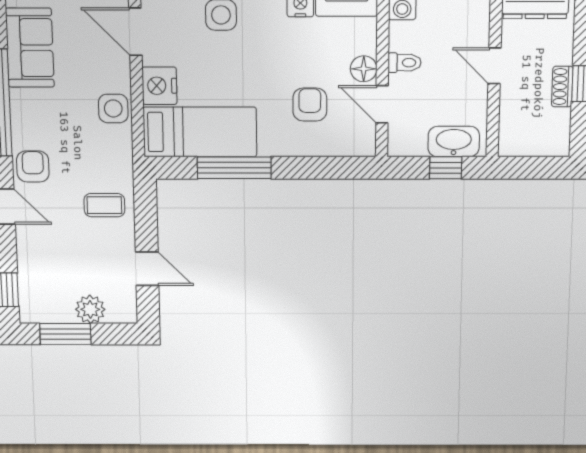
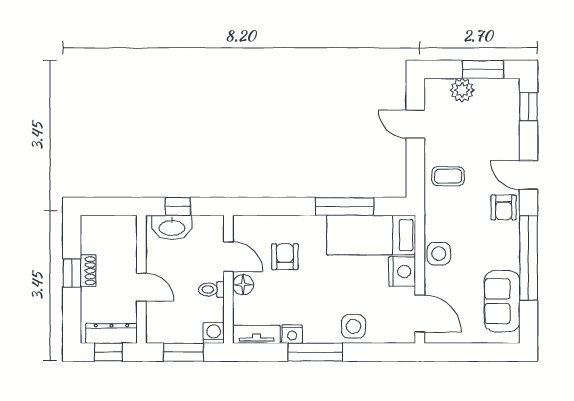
armchair: (310, 105) -> (285, 257), turned 180

